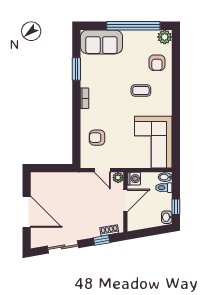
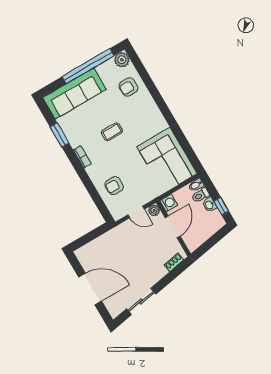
sofa: (101, 42) -> (75, 93), width x1.36
armchair: (157, 63) -> (129, 87), turned 90
coffee table: (141, 91) -> (112, 132), moved
washbasin: (167, 217) -> (209, 205), moved
window: (102, 240) -> (172, 275), removed

